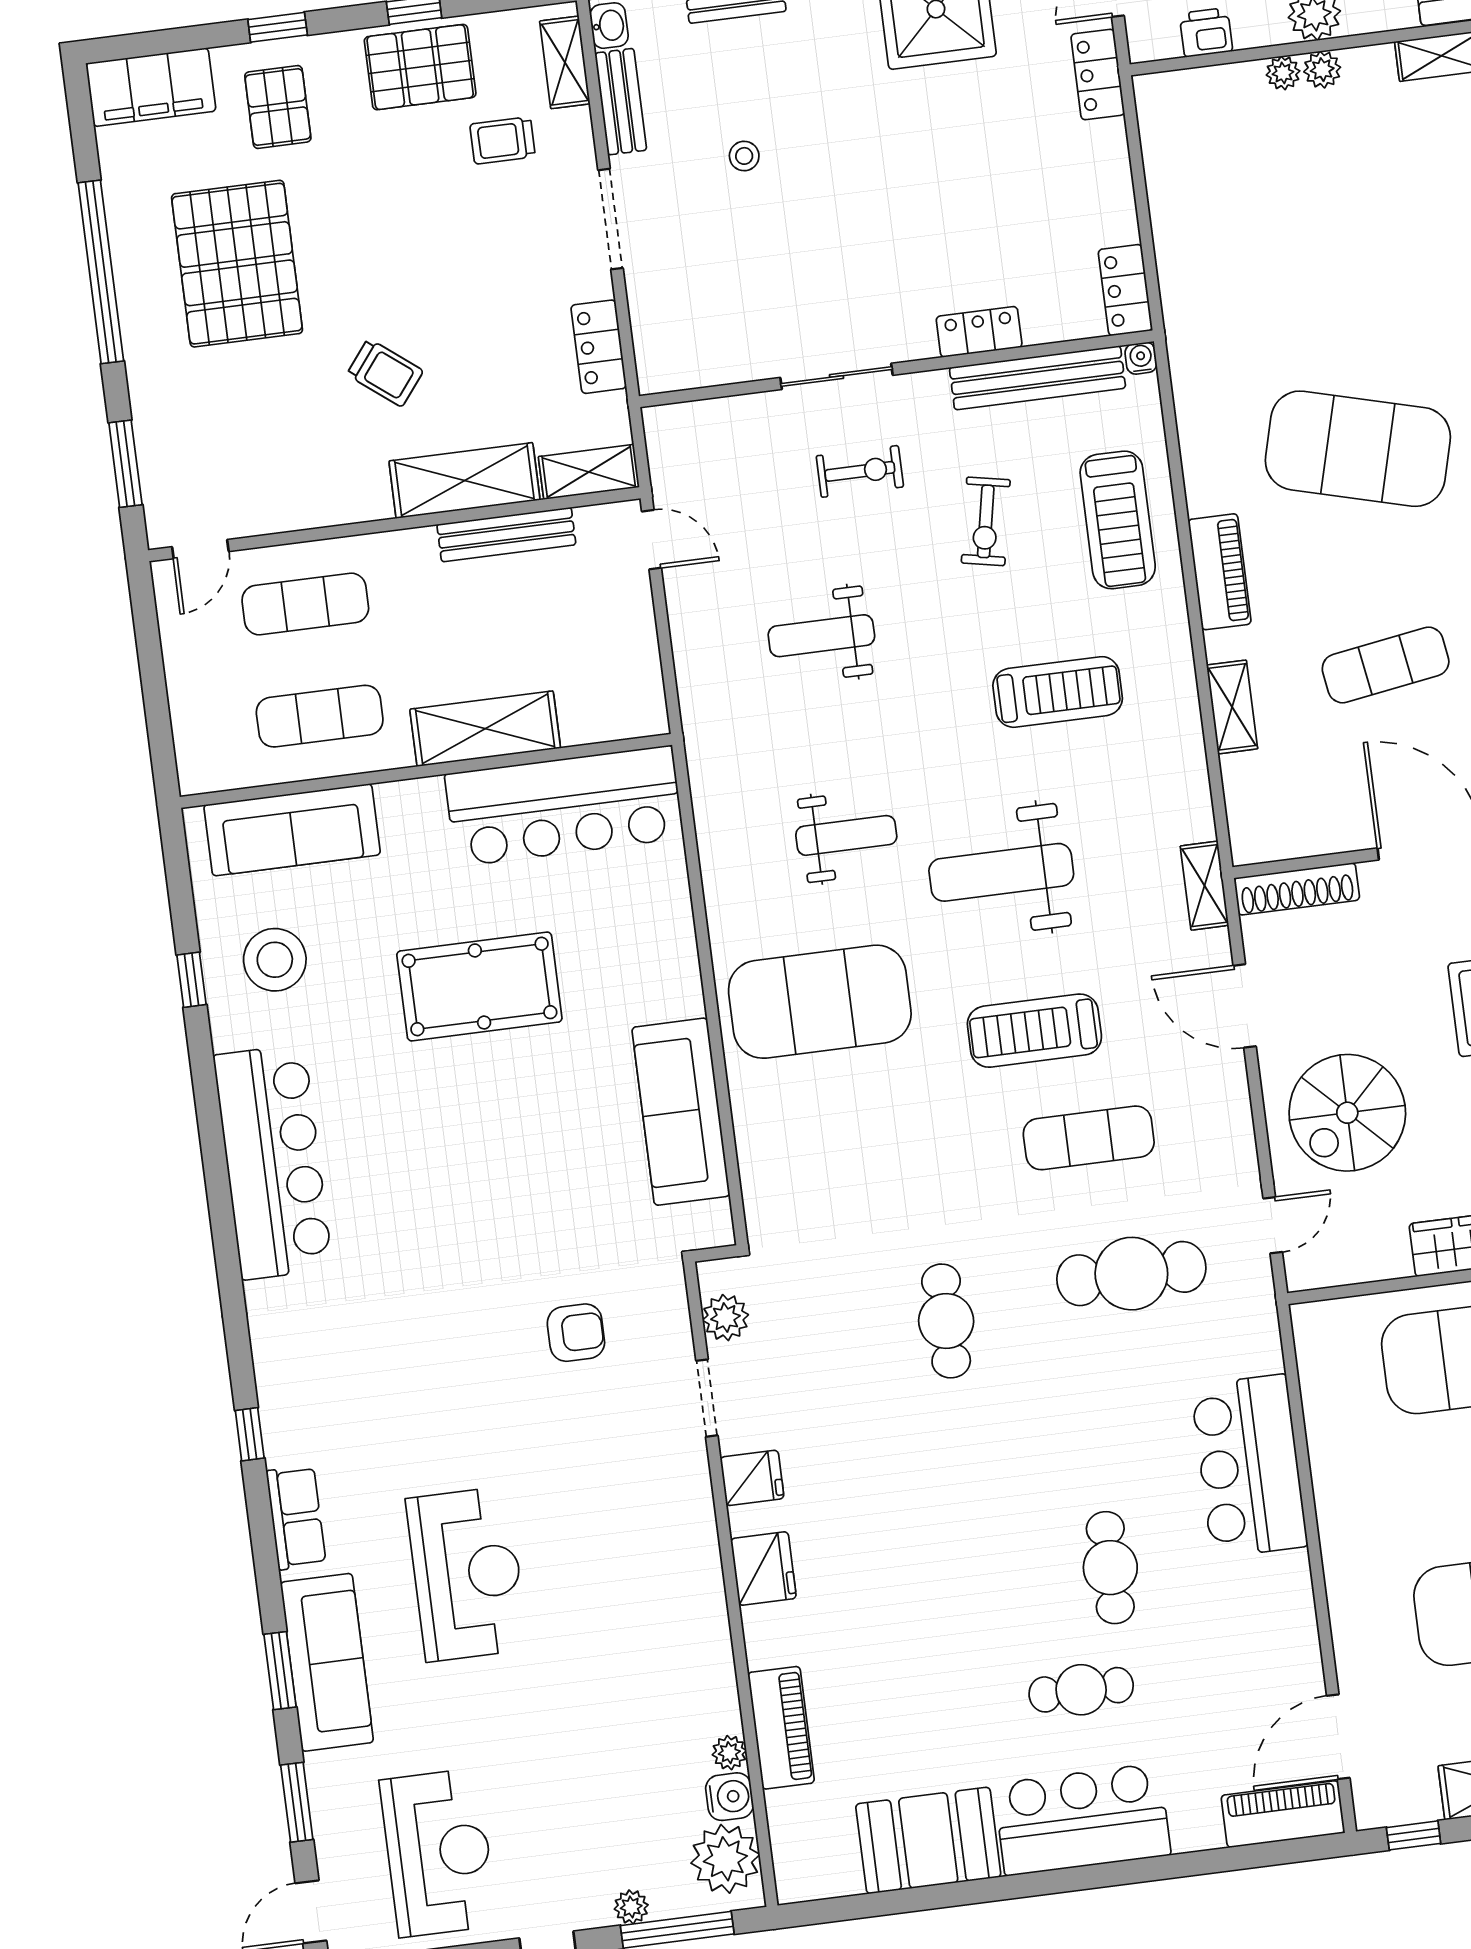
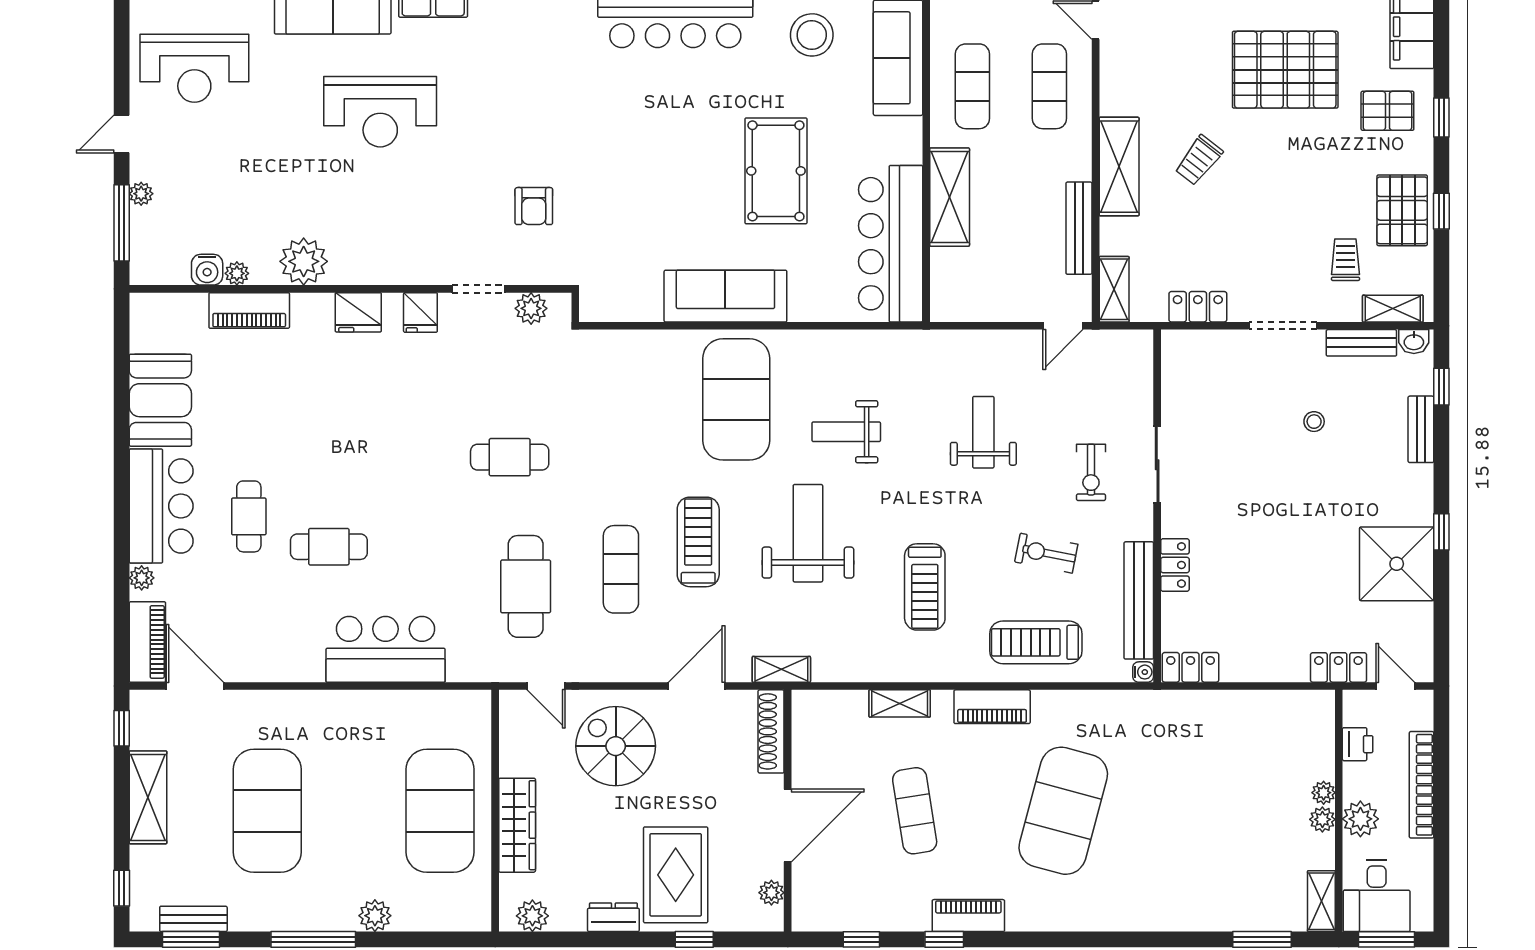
shelving: (464, 481) -> (1119, 167), moved
weight bench: (846, 835) -> (846, 432), turned 90
sofa: (681, 1112) -> (725, 296), moved
plant: (1191, 1835) -> (142, 578), added
plant: (725, 1859) -> (304, 261), moved

